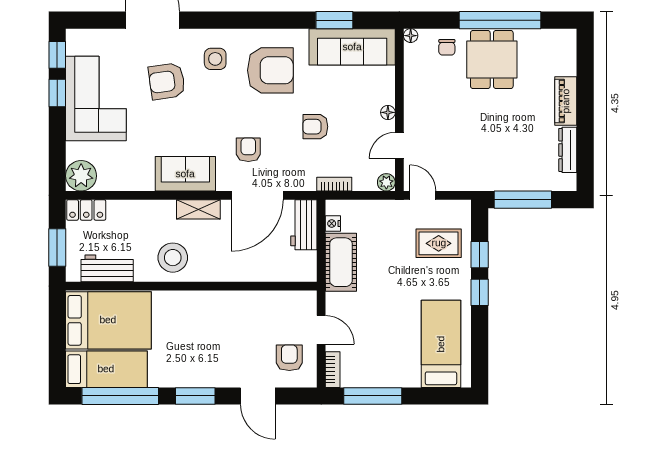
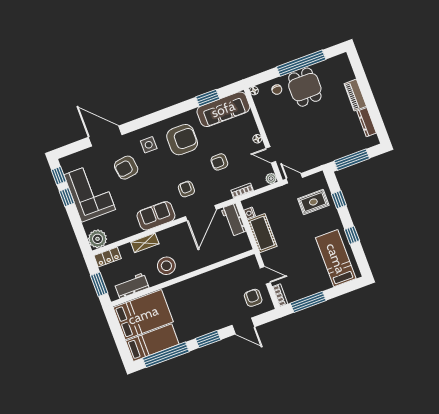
door: (399, 145) -> (271, 155), hinge flipped
shelving: (198, 209) -> (145, 243), moved
window: (480, 292) -> (352, 235), moved

